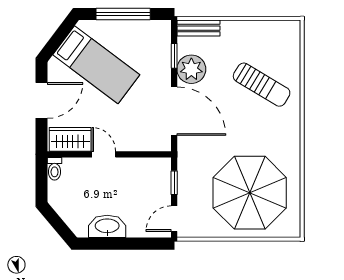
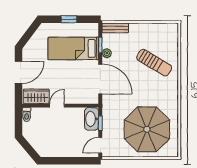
window: (123, 14) -> (69, 19), width x0.46
bed: (96, 65) -> (73, 48), moved, turned 143
plant: (191, 69) -> (107, 53), width x0.53, depth x0.53
door: (104, 154) -> (57, 106), hinge flipped
washbasin: (107, 226) -> (91, 119), moved, turned -90

